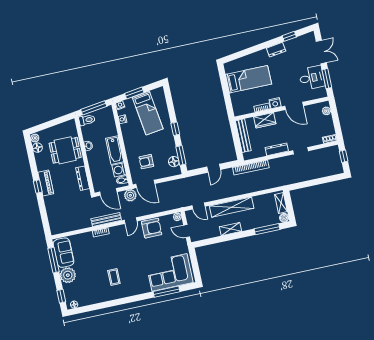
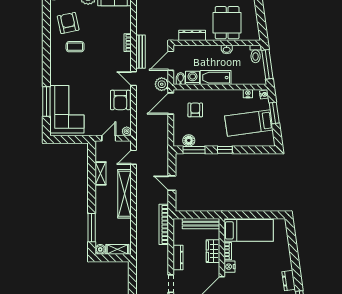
bed: (248, 79) -> (249, 230), moved, turned -90
shelving: (230, 229) -> (101, 173), moved
armchair: (95, 287) -> (68, 23), added

